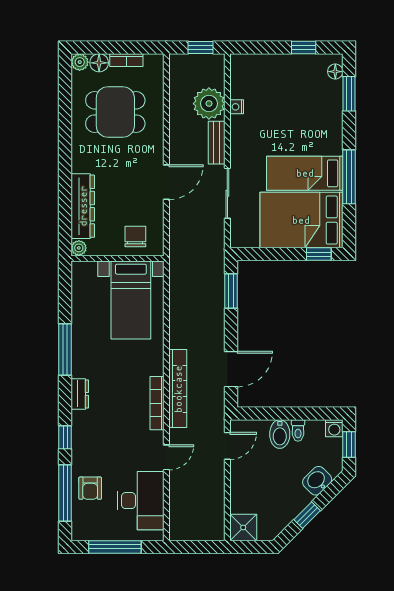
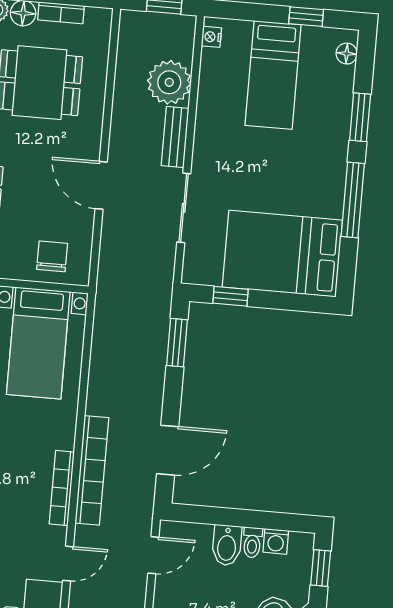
window: (349, 94) -> (360, 117), moved
nightstand: (237, 107) -> (211, 37), moved
bed: (305, 173) -> (273, 75), moved, turned -90
door: (166, 182) -> (101, 185), swing flipped
window: (319, 254) -> (230, 296), moved
washing machine: (334, 428) -> (276, 541), moved

